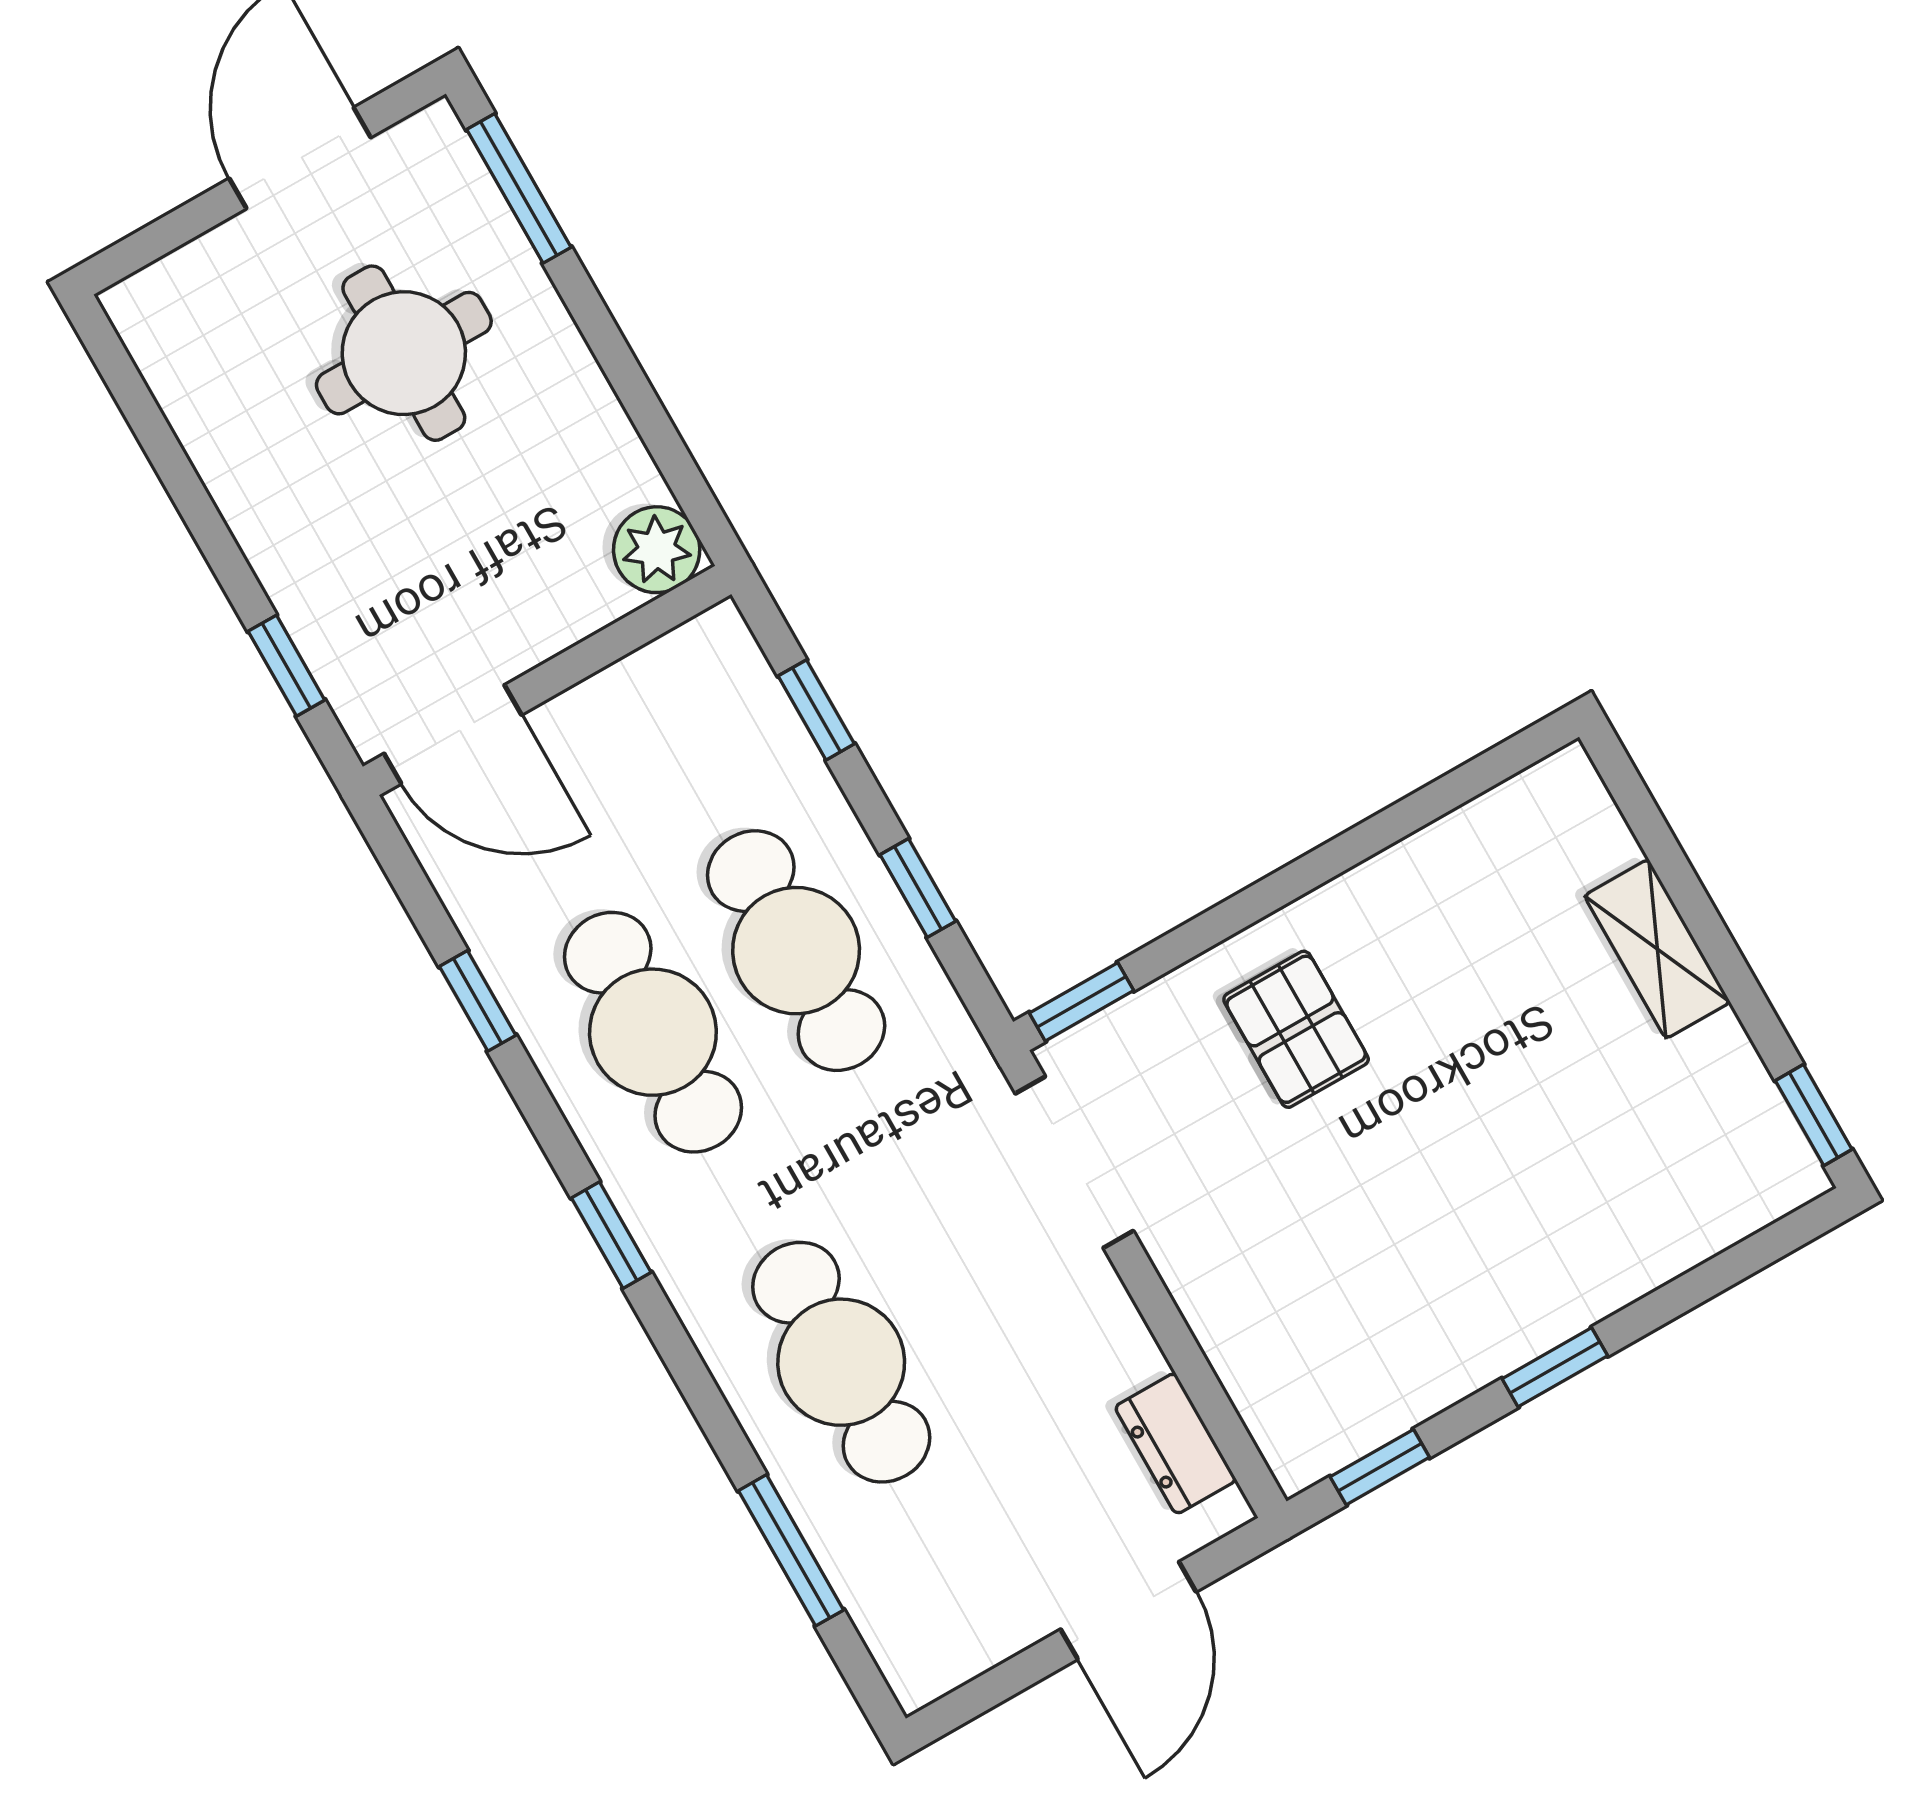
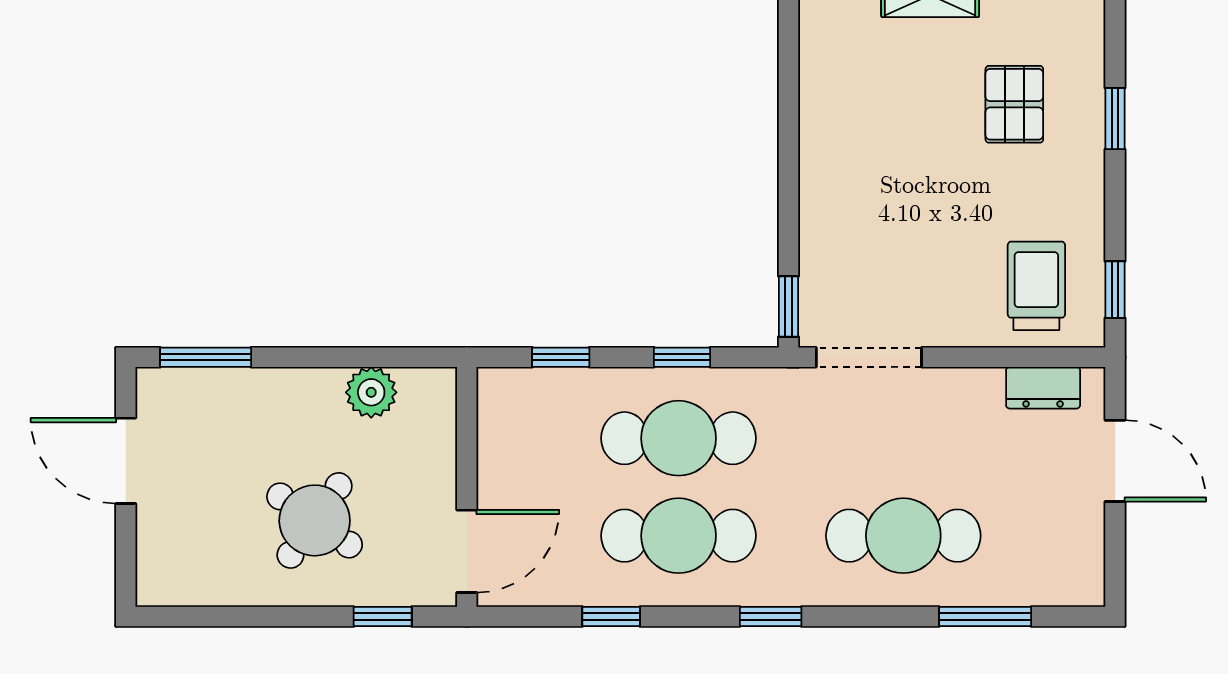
round table: (404, 353) -> (315, 520), moved, turned 35
plant: (657, 550) -> (371, 392), moved
pallet: (1296, 1029) -> (1014, 104), moved, turned 90
trolley: (1319, 1348) -> (1036, 286), added
window: (1555, 1367) -> (1115, 119), moved

